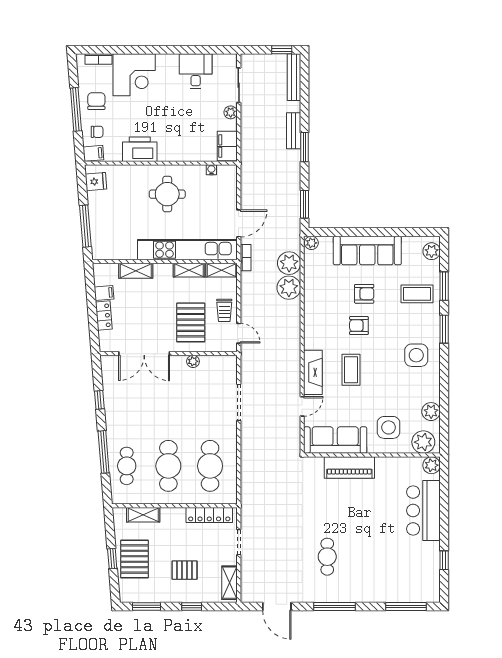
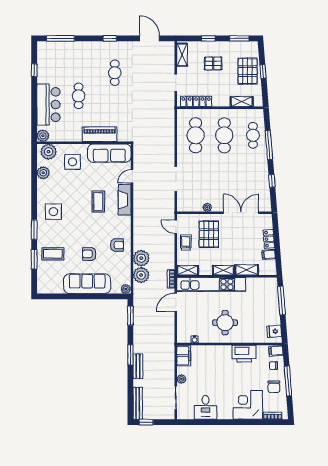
plant: (432, 251) -> (43, 283), removed
shelving: (189, 270) -> (223, 270), moved
armchair: (359, 326) -> (117, 245), moved
cafe table: (380, 523) -> (79, 96), added
window: (335, 607) -> (110, 38), width x0.46

